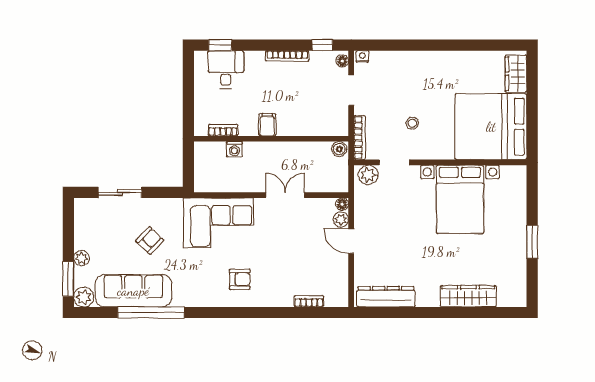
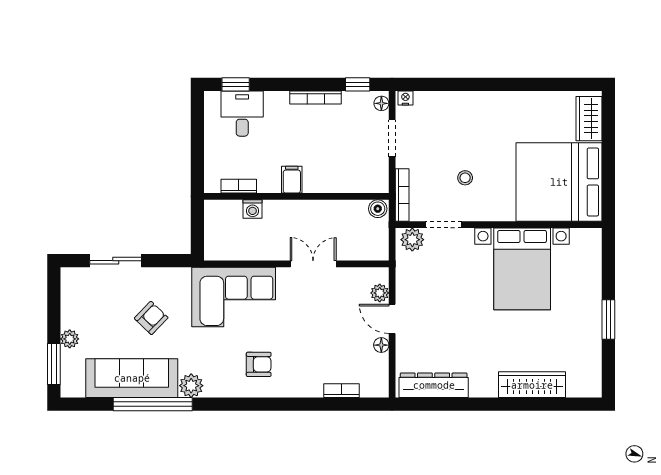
floor lamp: (342, 204) -> (381, 345), moved
plant: (84, 297) -> (191, 386), moved

